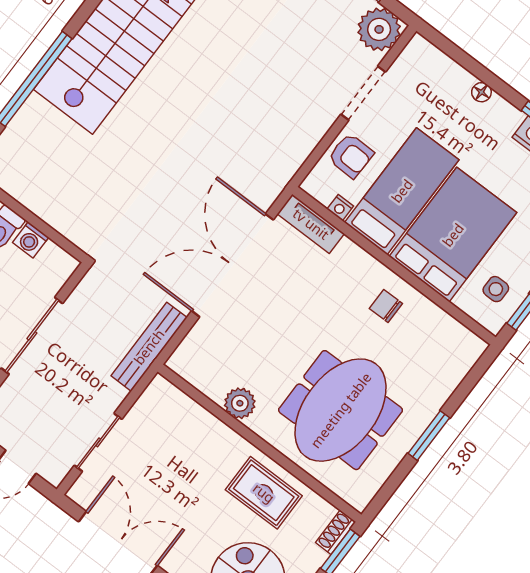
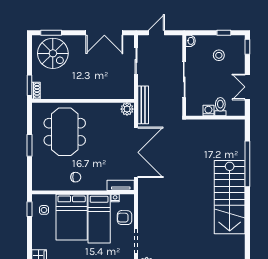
plant: (240, 403) -> (127, 109), moved
rug: (264, 493) -> (69, 86), removed

